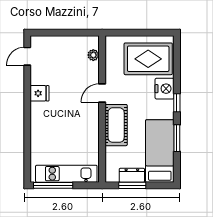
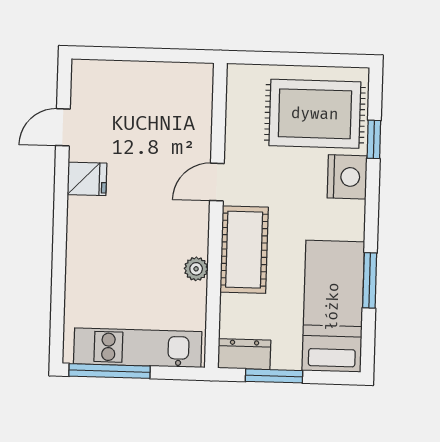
plant: (93, 55) -> (196, 269), moved
door: (27, 56) -> (63, 127), moved
window: (177, 103) -> (374, 139), moved
dresser: (132, 175) -> (244, 354), moved

